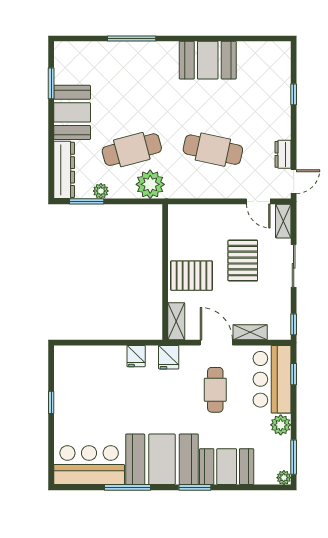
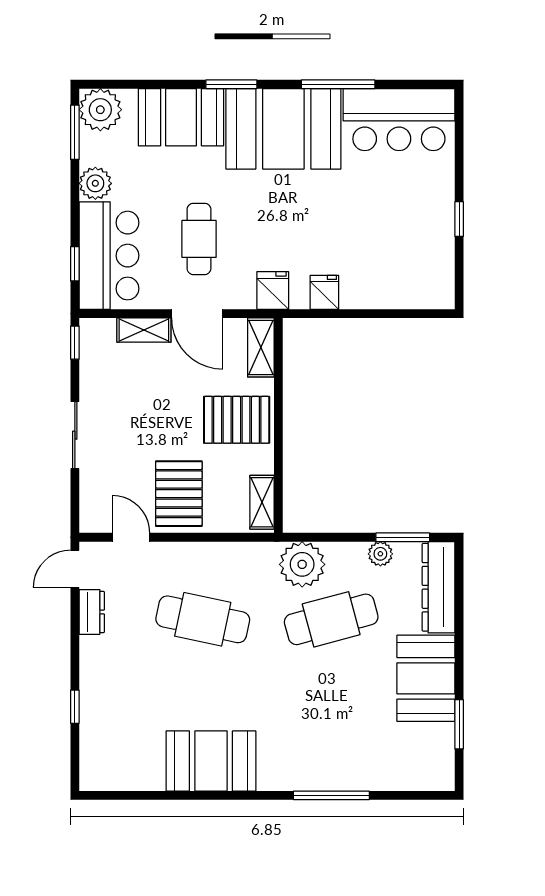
shelving: (283, 221) -> (262, 502), moved
pallet: (243, 261) -> (179, 494), moved
plant: (284, 478) -> (100, 110), width x1.88, depth x1.88

